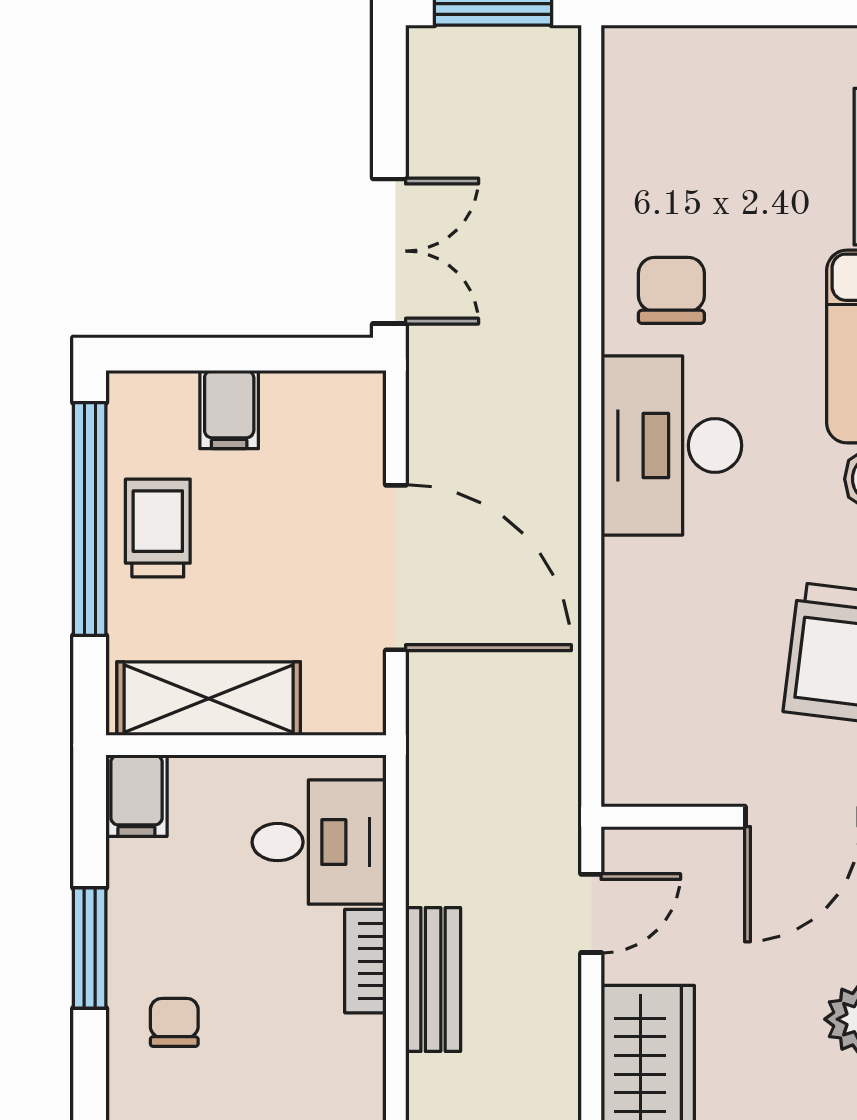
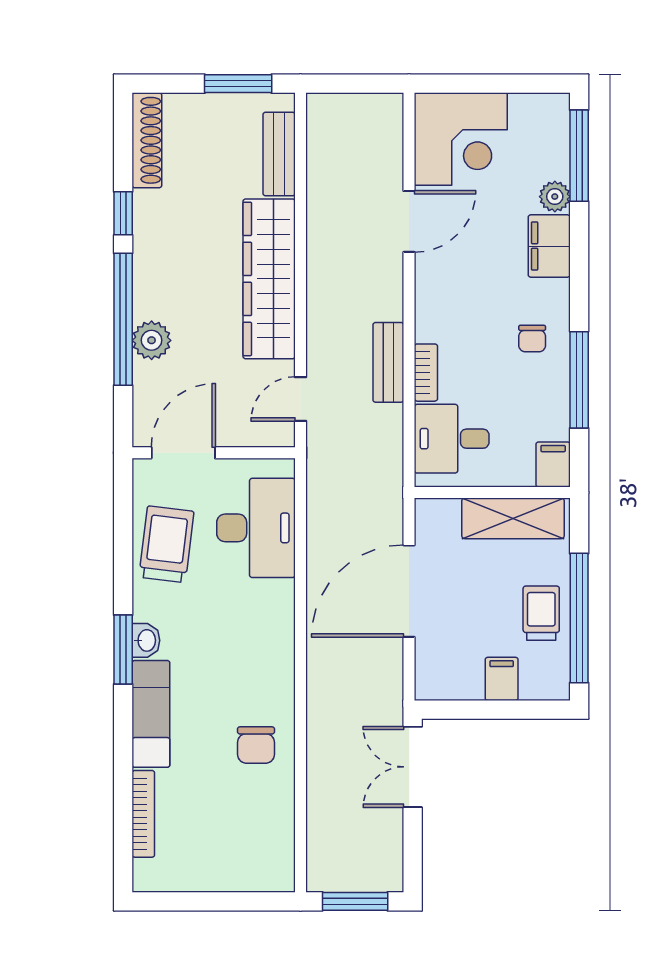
desk: (671, 445) -> (256, 528), moved
trolley: (158, 528) -> (541, 613), turned 180
door: (396, 568) -> (409, 591), hinge flipped
window: (90, 948) -> (579, 380), width x1.44

